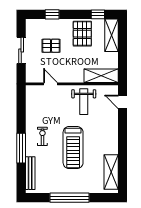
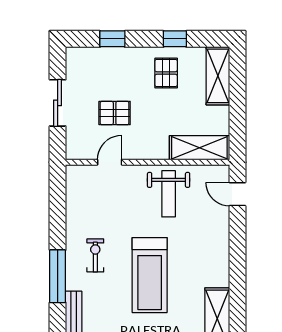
window: (98, 14) -> (175, 39), moved
pallet: (82, 34) -> (166, 73), width x0.67, depth x0.71
pallet: (51, 46) -> (115, 113), moved
door: (50, 84) -> (110, 162), hinge flipped

